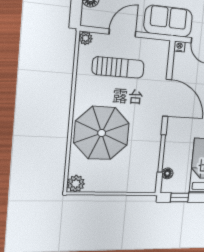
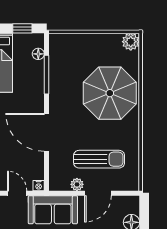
plant: (86, 38) -> (77, 184), moved
sun lounger: (118, 67) -> (99, 159), turned 180

